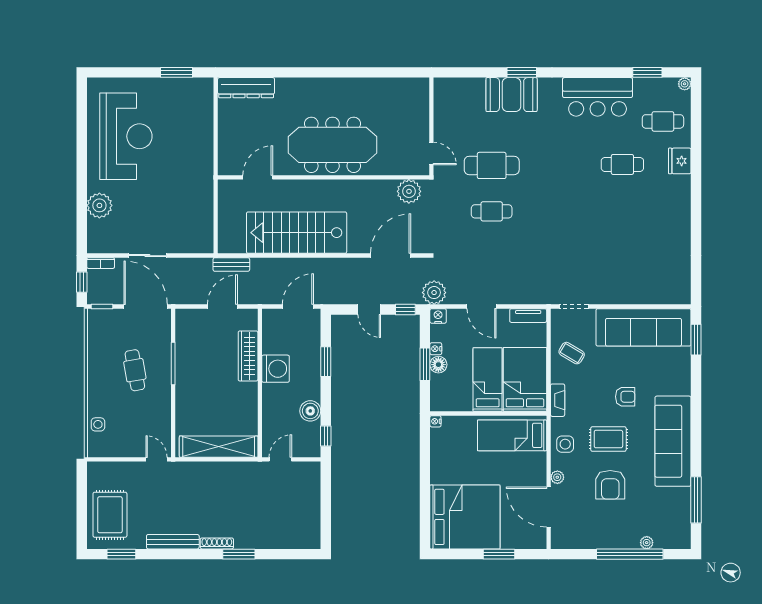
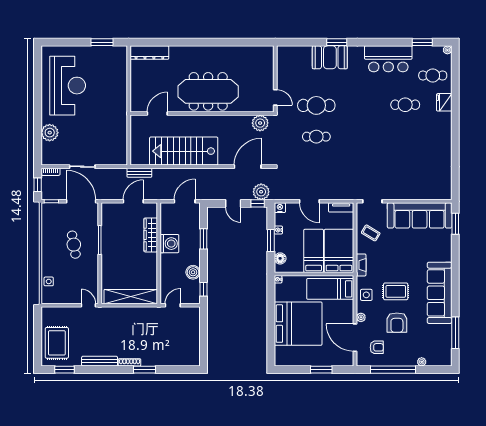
plant: (434, 293) -> (261, 192), moved
floor lamp: (438, 365) -> (280, 258), moved
armchair: (625, 397) -> (377, 347), moved
bed: (465, 517) -> (298, 324), moved
window: (630, 554) -> (393, 370), moved

